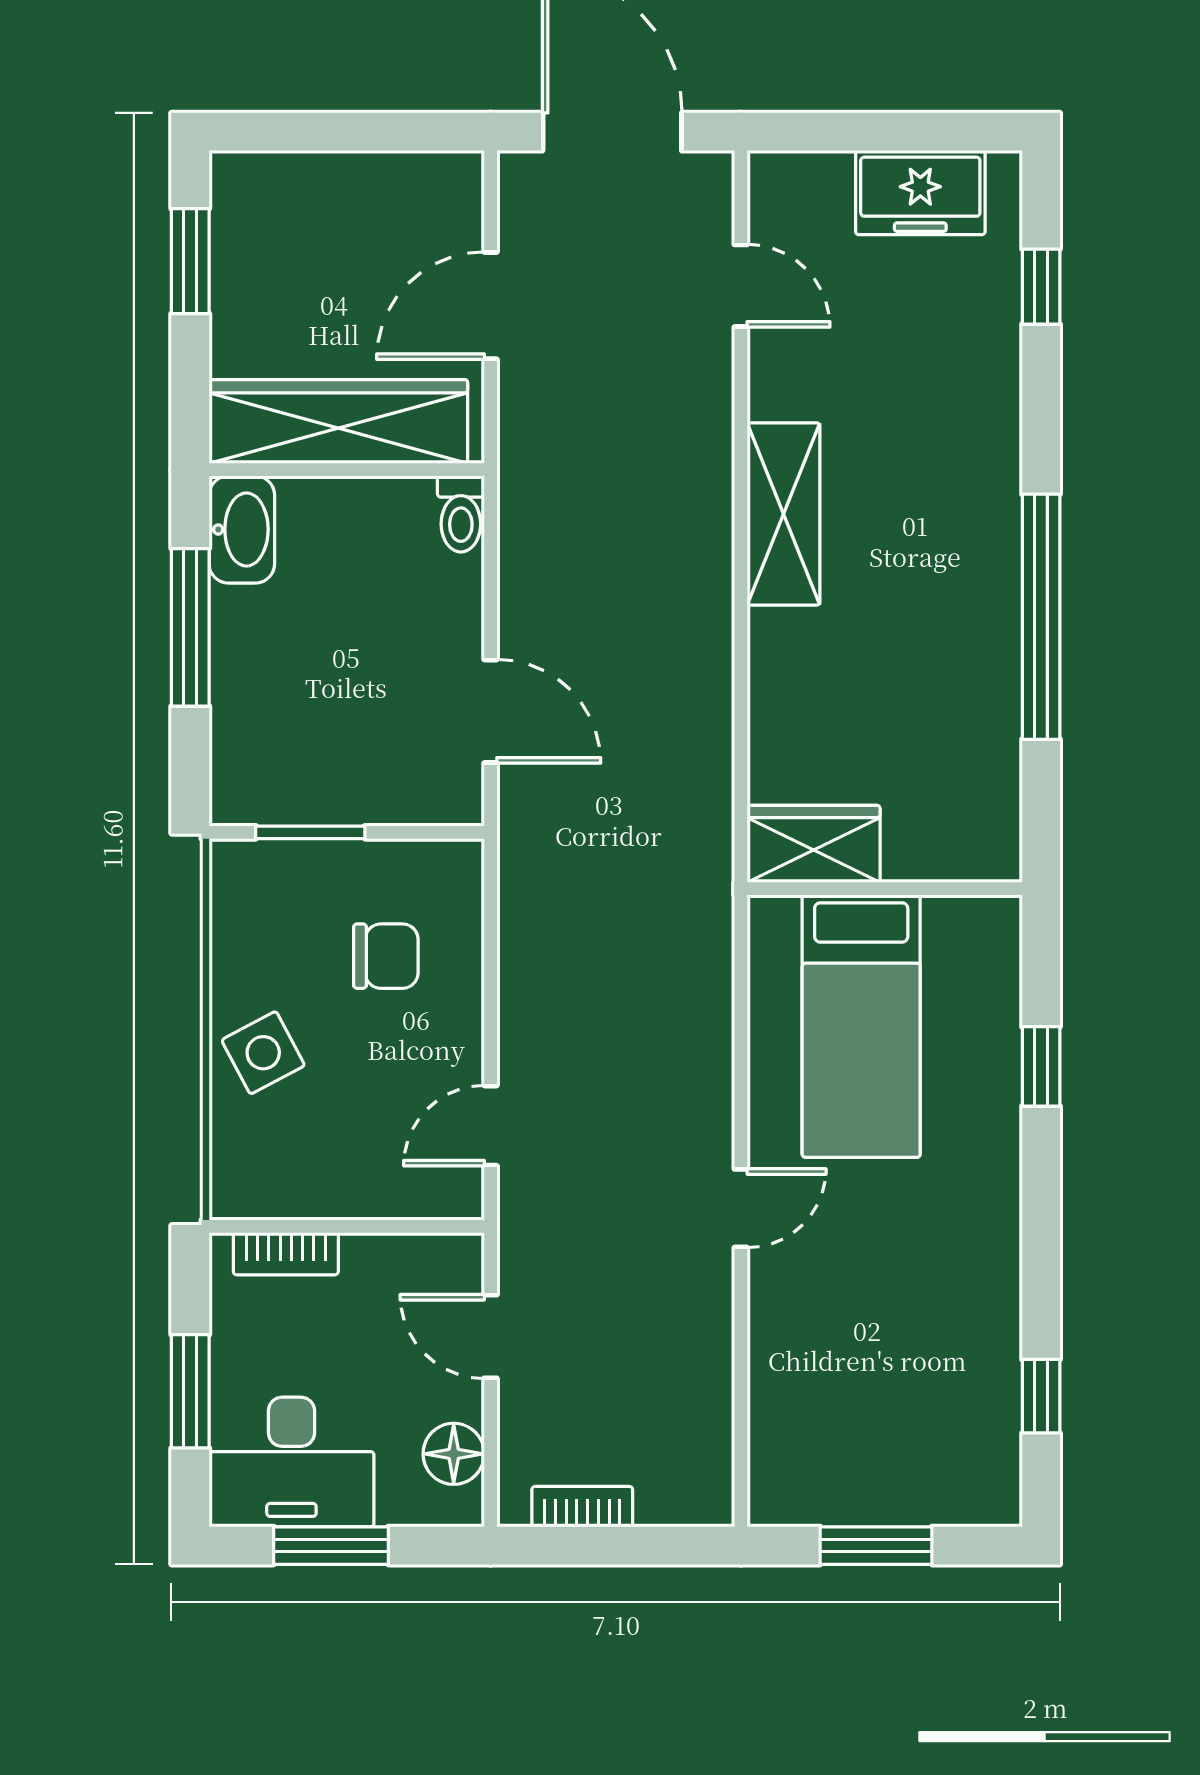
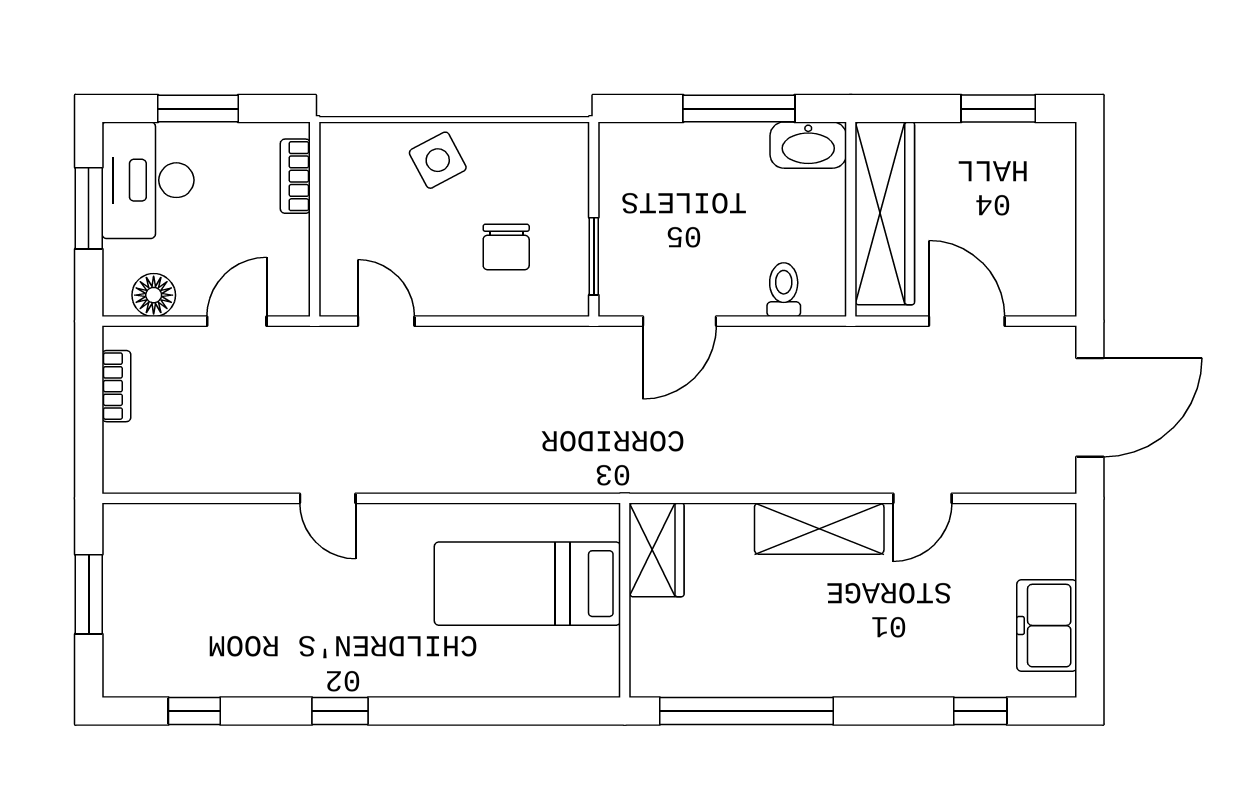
door: (741, 286) -> (923, 498), moved
toilet: (461, 514) -> (784, 290), moved, turned 90
window: (310, 832) -> (594, 256), moved
wardrobe: (814, 844) -> (657, 550), moved
wall: (885, 889) -> (625, 600), moved
bed: (861, 1026) -> (527, 584), moved
window: (1041, 1066) -> (340, 711), moved

